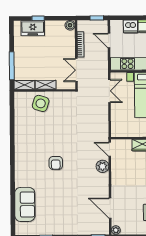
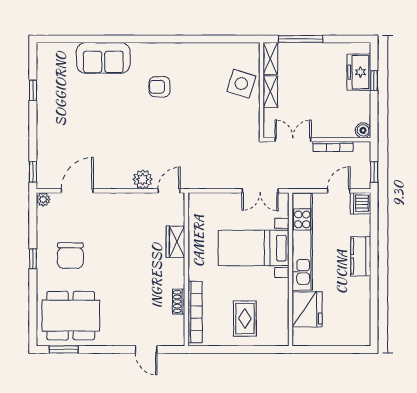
dishwasher: (130, 26) -> (361, 203), moved
armchair: (56, 163) -> (159, 87), moved
sofa: (25, 204) -> (103, 58), moved

